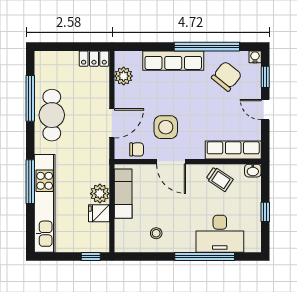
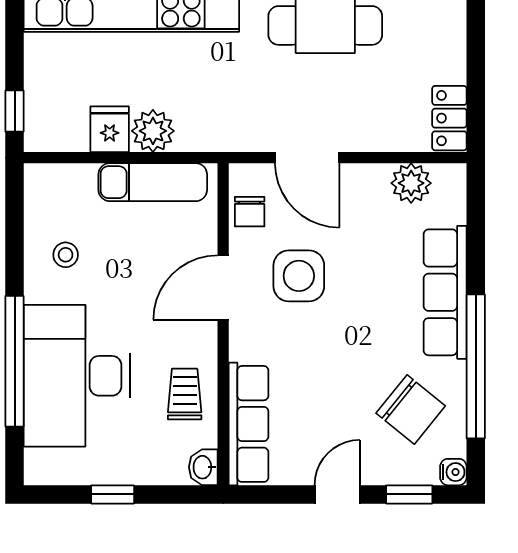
trolley: (220, 179) -> (185, 394), turned 146
desk: (220, 234) -> (77, 376), width x1.36, depth x1.30

